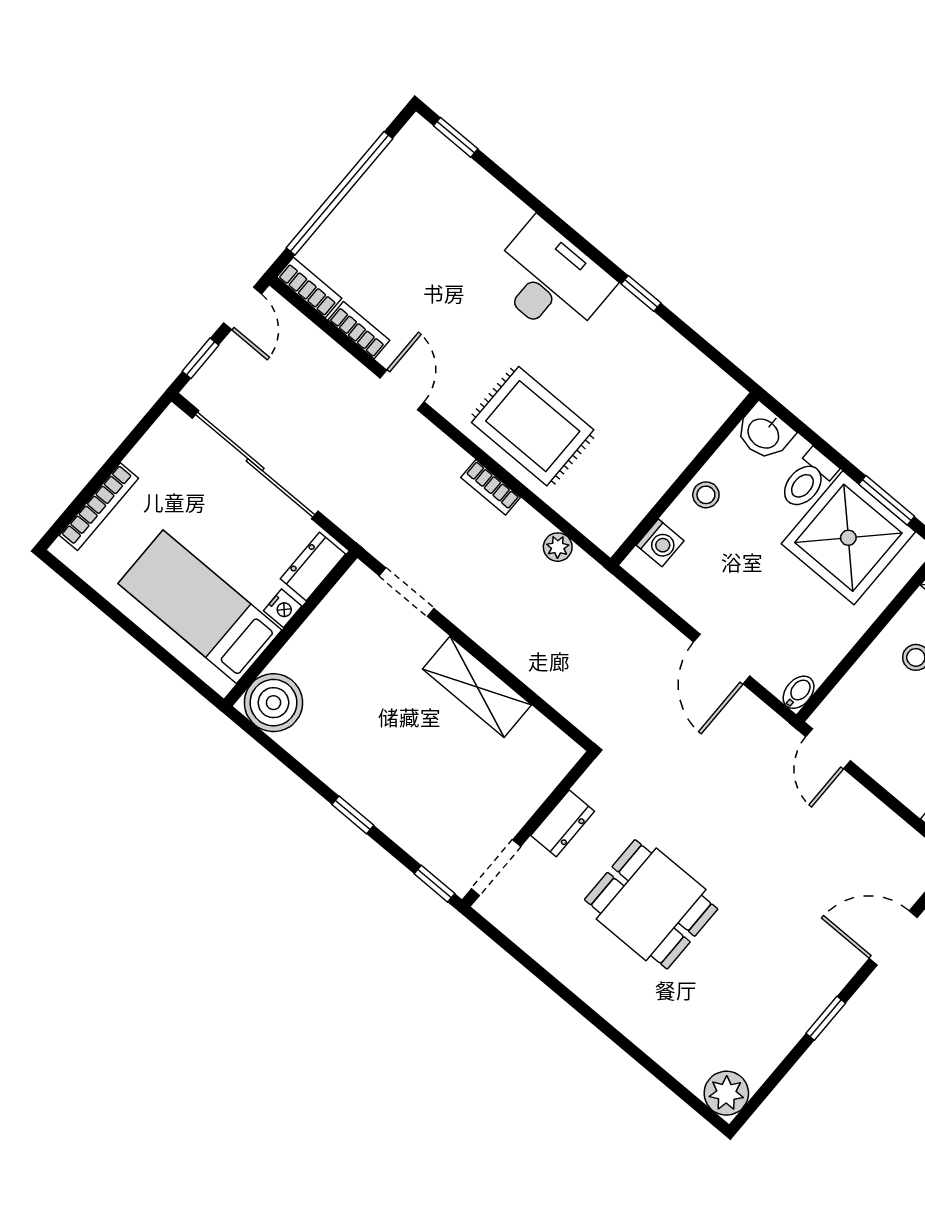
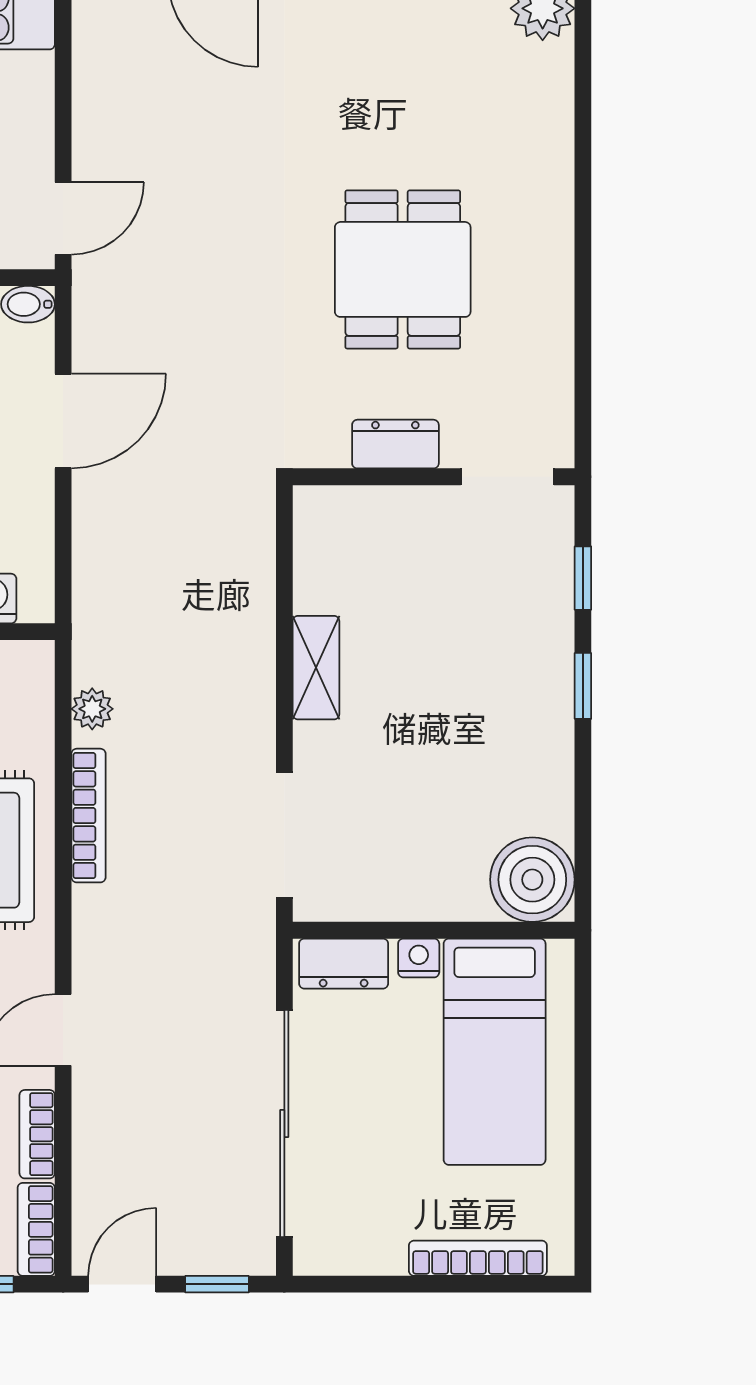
bookcase: (491, 487) -> (89, 816), width x1.56
doorway: (407, 592) -> (284, 835), width x1.38
shelving: (477, 687) -> (316, 668), width x0.67, depth x0.75
window: (434, 884) -> (583, 578), moved

